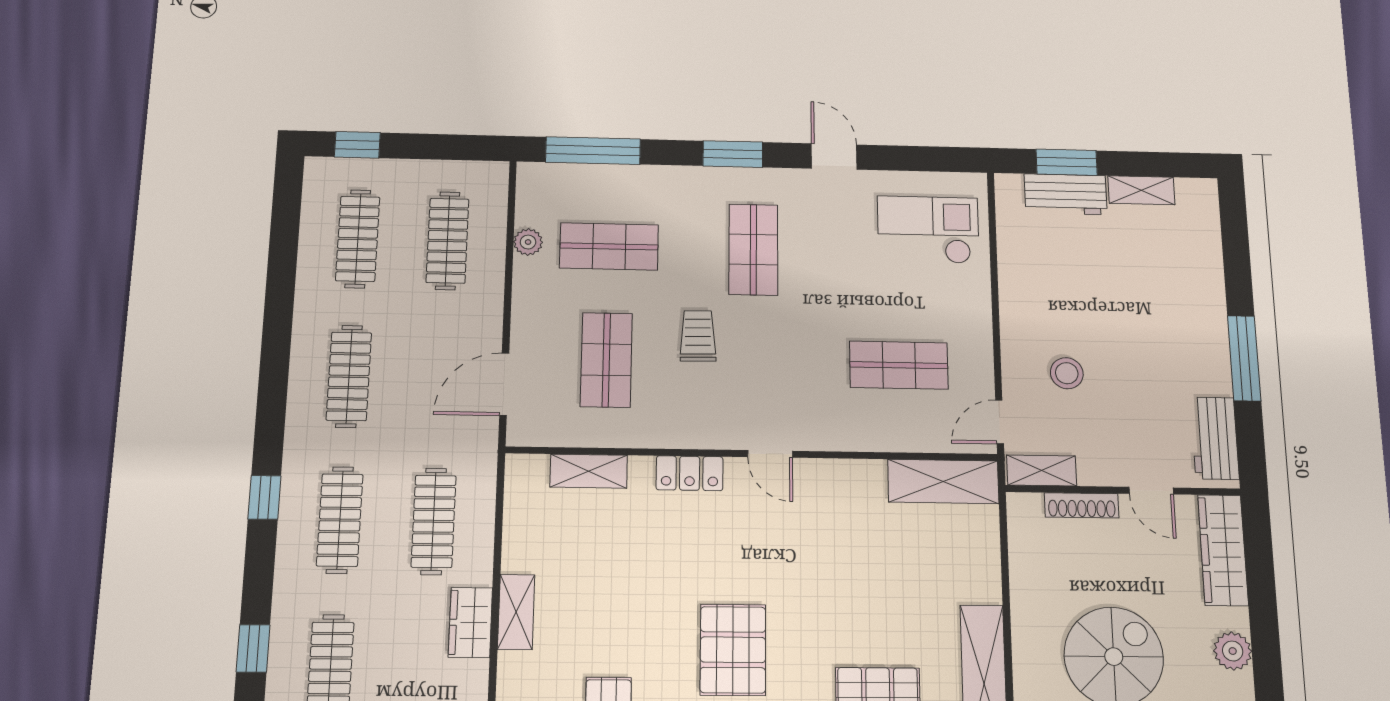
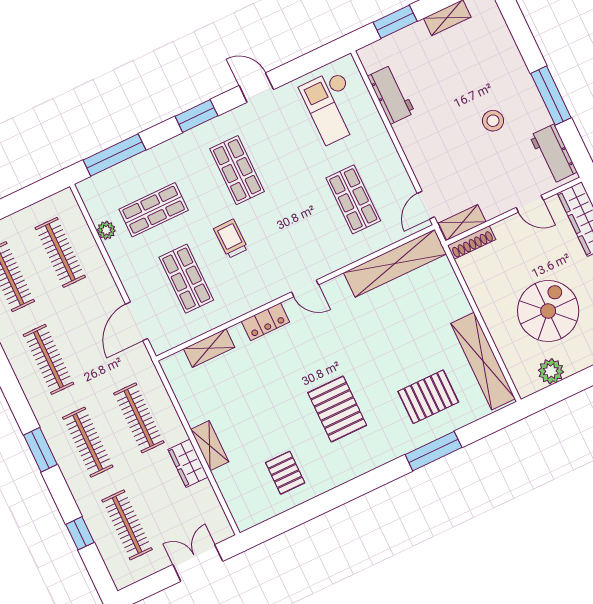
workbench: (1066, 194) -> (391, 94), moved, turned -90
checkout: (928, 230) -> (333, 107), turned -90
shop shelf: (899, 365) -> (353, 199), turned 90
stool: (1067, 373) -> (493, 121), moved
shelving: (943, 481) -> (395, 263), width x1.47
window: (264, 497) -> (40, 450), width x1.50
shoe rack: (1082, 505) -> (472, 242), moved

